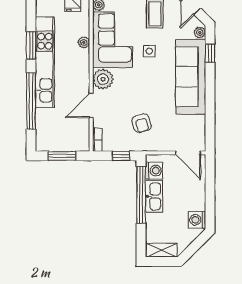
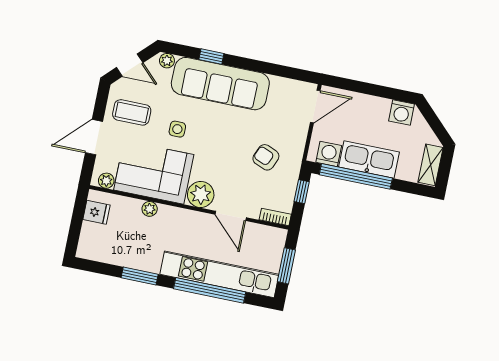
window: (210, 53) -> (211, 57), moved
kitchen unit: (45, 62) -> (219, 274), moved
armchair: (142, 123) -> (266, 157), turned -141
kitchen sink: (154, 196) -> (369, 160), width x1.36, depth x1.24

